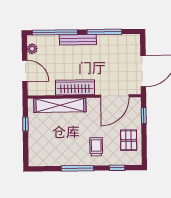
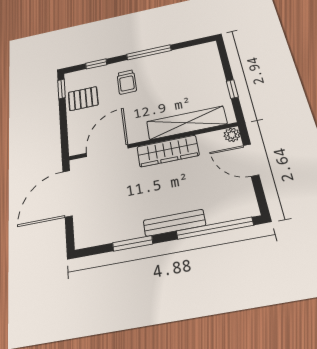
window: (104, 32) -> (133, 243), width x0.69
plant: (32, 49) -> (232, 135), moved
window: (144, 116) -> (61, 89), moved
pallet: (129, 140) -> (83, 99), turned 90

